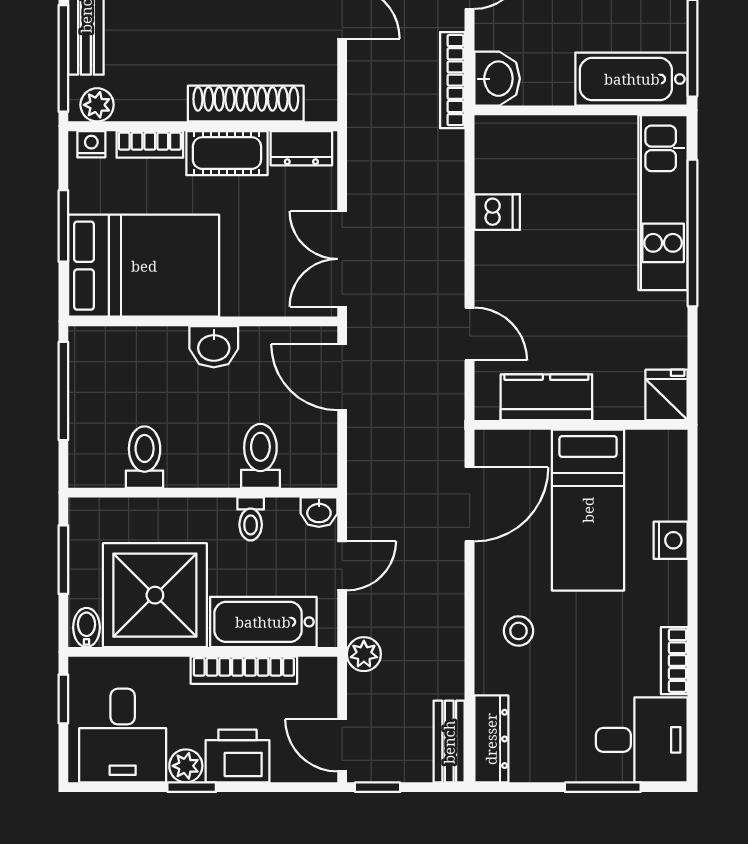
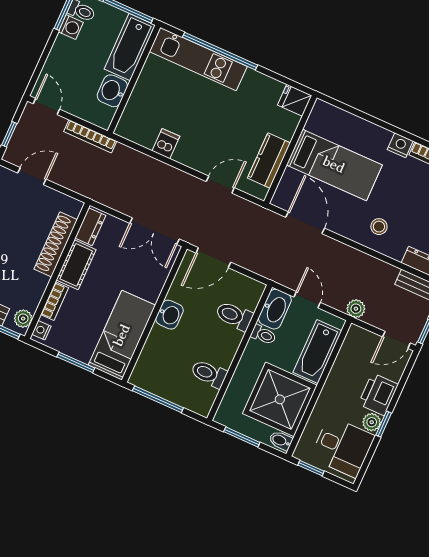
washbasin: (497, 79) -> (112, 91), moved, turned -90
bed: (144, 266) -> (122, 335), width x0.67
washbasin: (319, 512) -> (275, 309), width x1.91, depth x1.45
nightstand: (671, 540) -> (400, 145), moved
bookcase: (244, 670) -> (337, 372), removed

